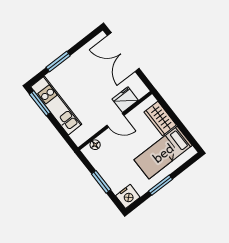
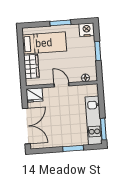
fridge: (125, 100) -> (34, 95), moved

